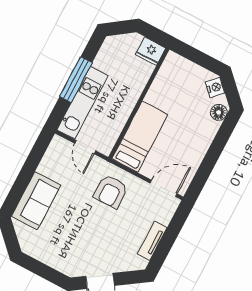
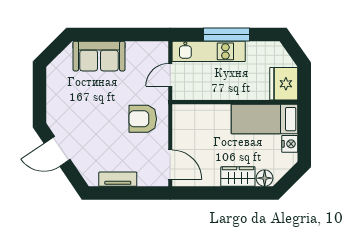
fridge: (151, 51) -> (284, 84), width x1.36, depth x1.34
nightstand: (215, 87) -> (290, 144), moved, turned -45
wardrobe: (205, 135) -> (238, 177), added
bed: (140, 137) -> (264, 119), moved, turned 180

